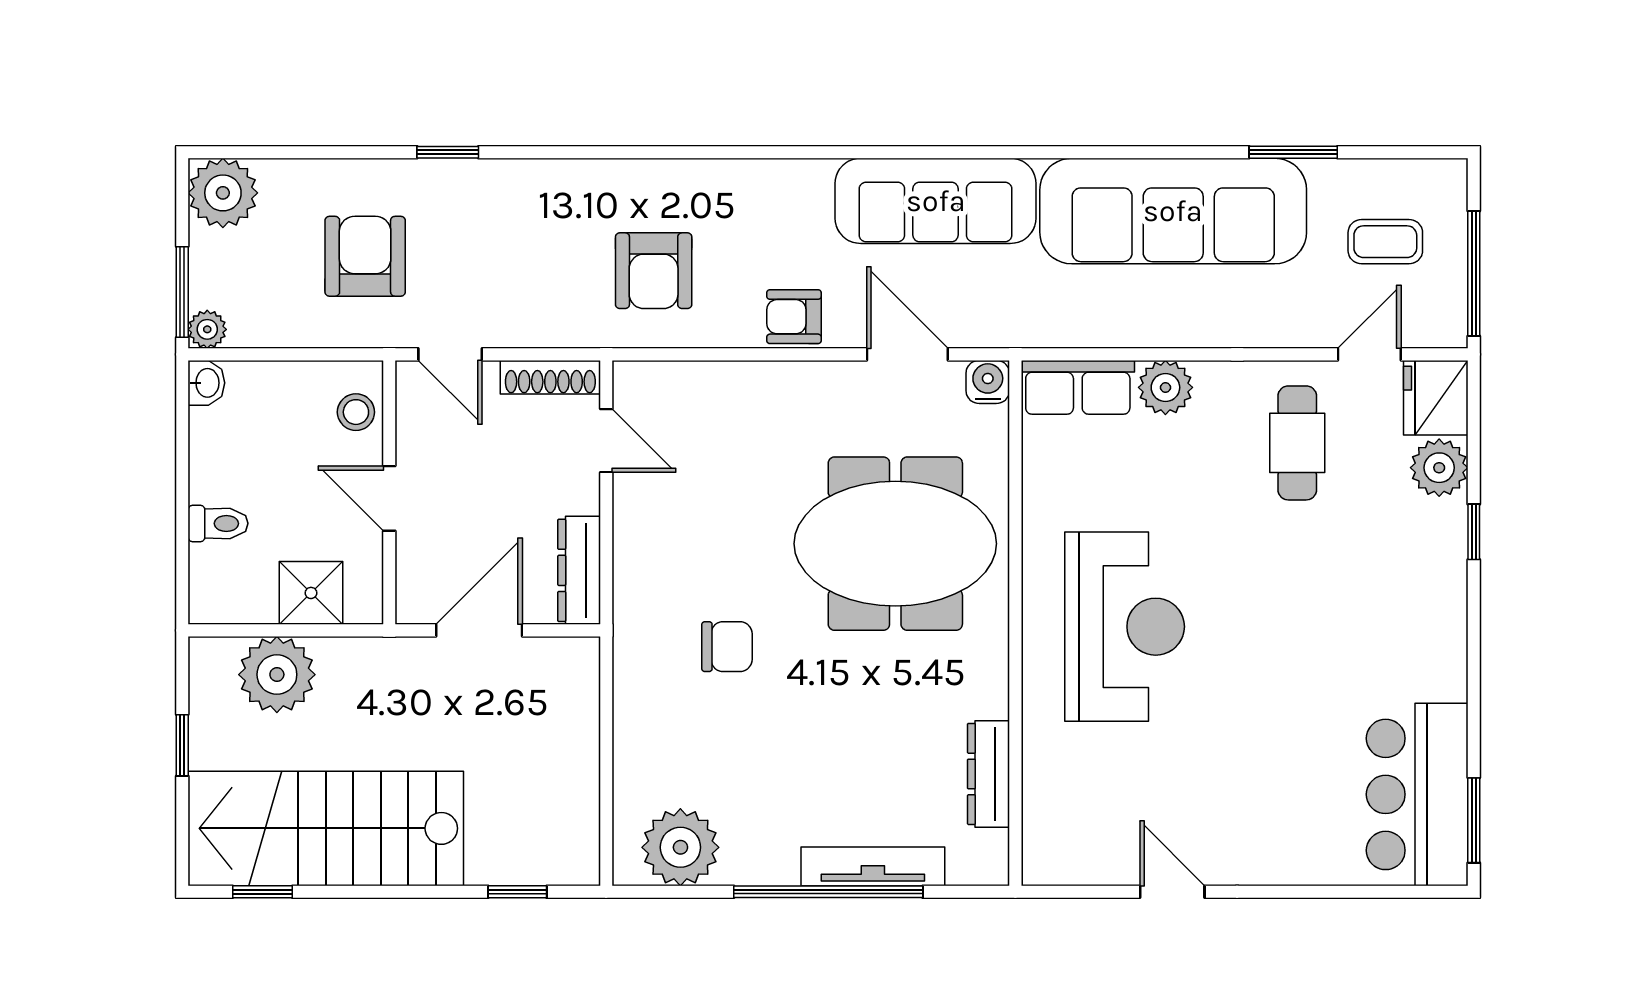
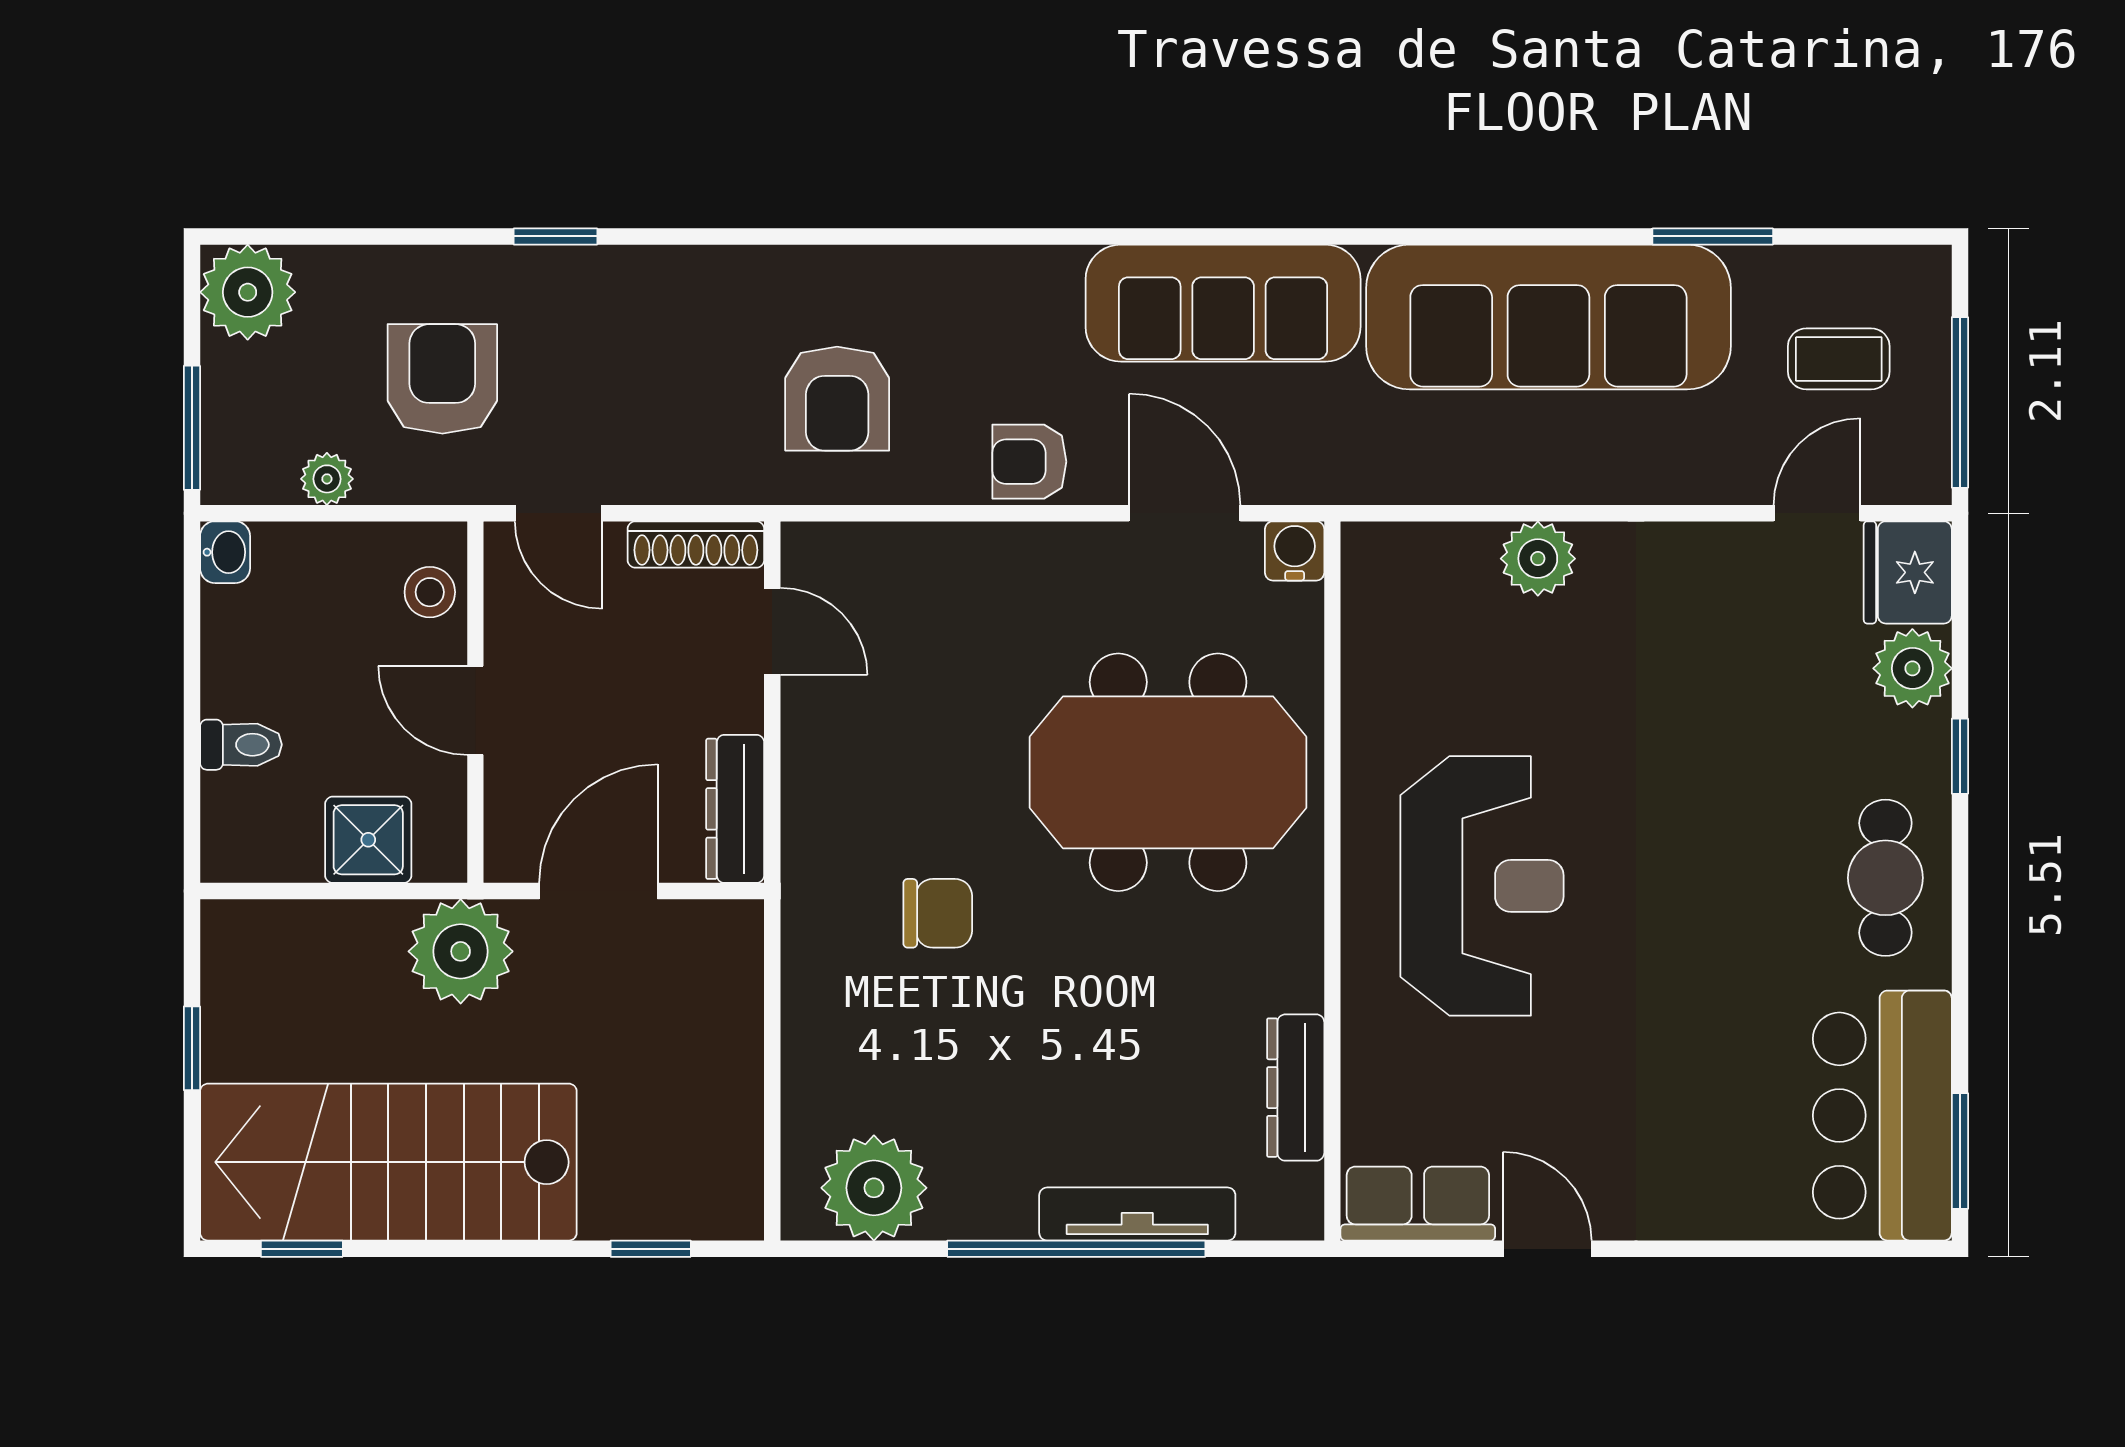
plant: (207, 329) -> (327, 479), moved
row of seats: (1078, 387) -> (1418, 1204), moved, turned 180
cafe table: (1297, 443) -> (1885, 878), moved
plant: (277, 675) -> (461, 951), moved

